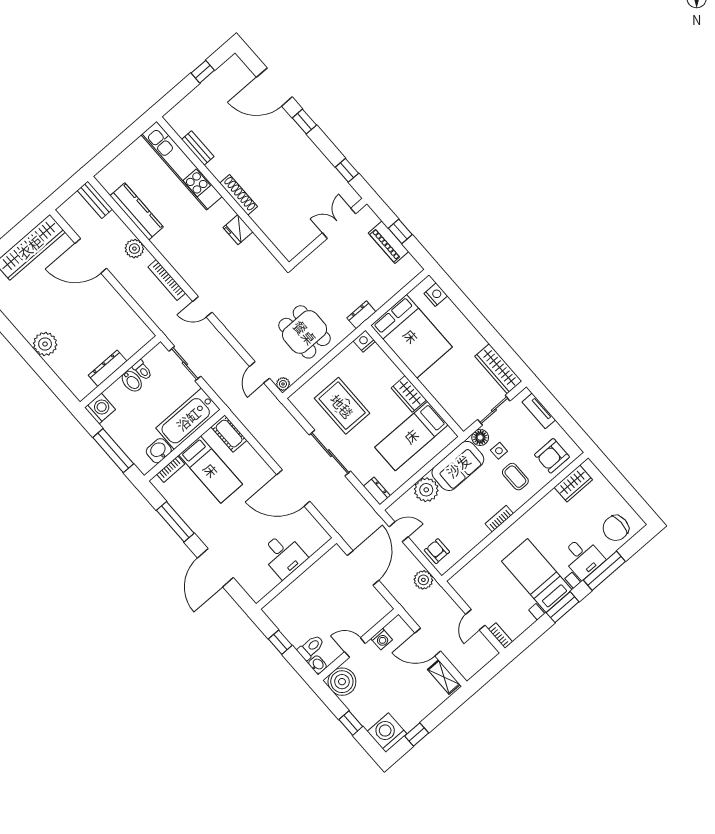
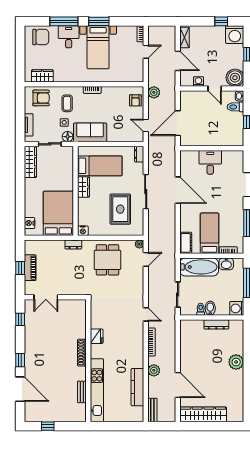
plant: (426, 490) -> (115, 134), removed

